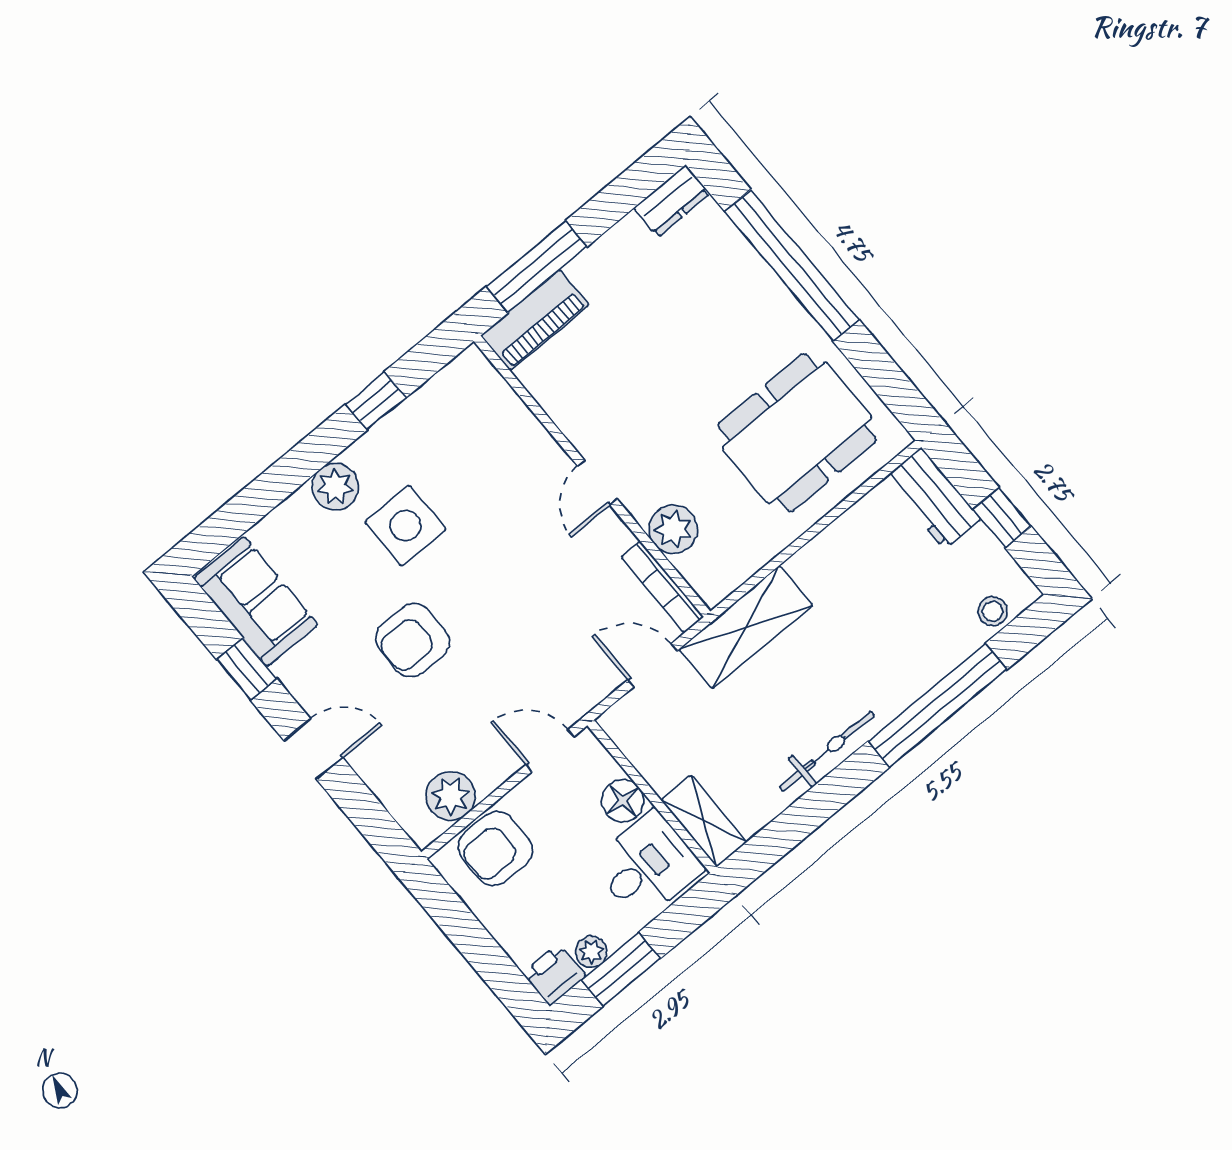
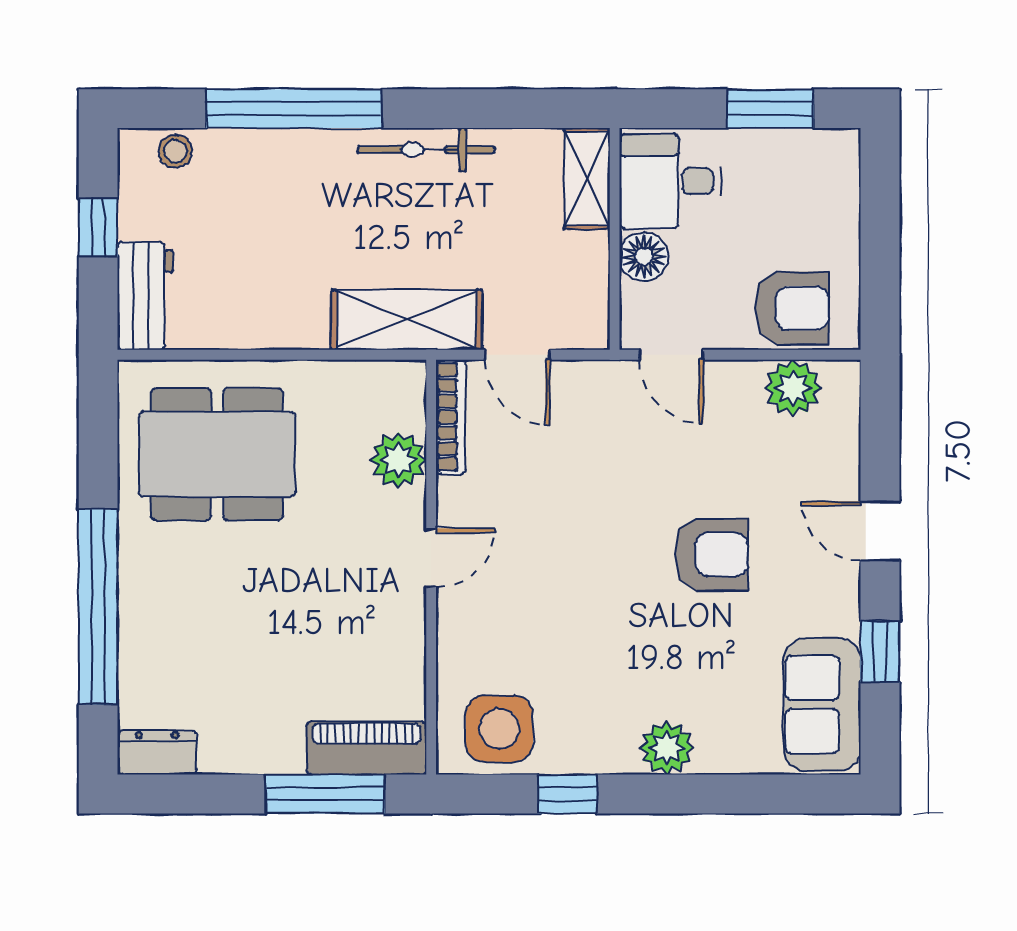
side table: (405, 526) -> (499, 729), moved
plant: (591, 952) -> (784, 146), removed
printer: (554, 975) -> (833, 153), removed

